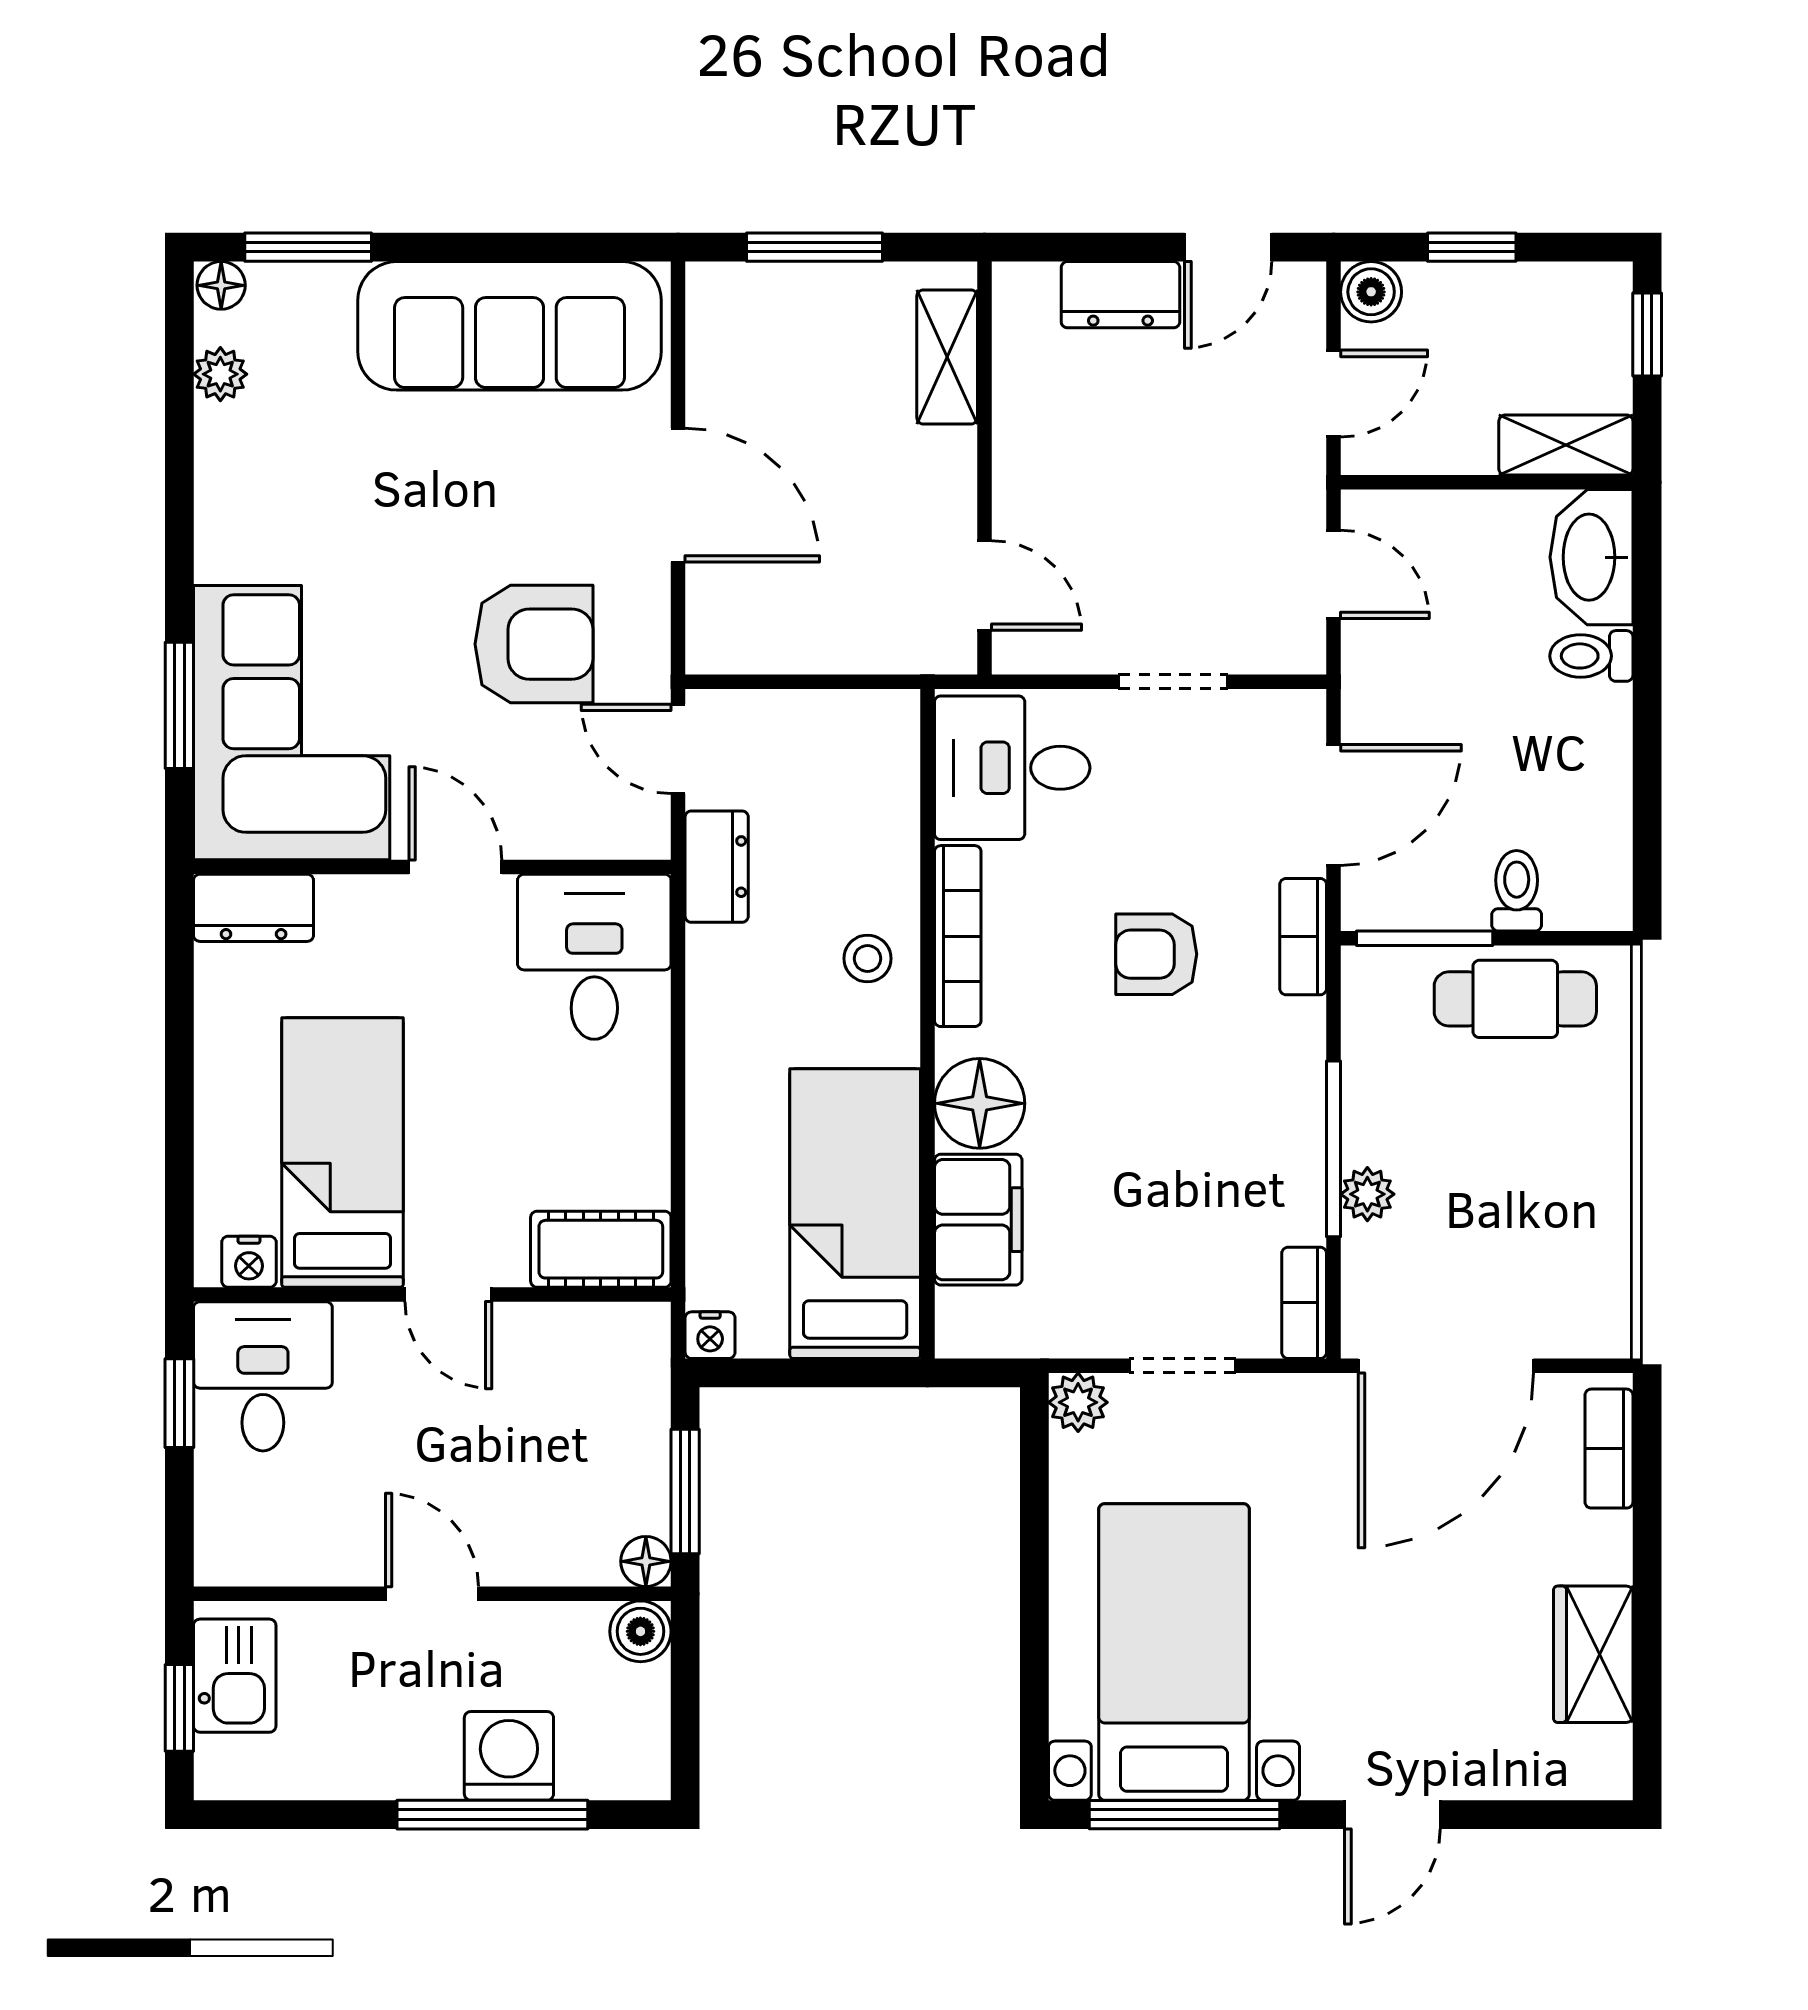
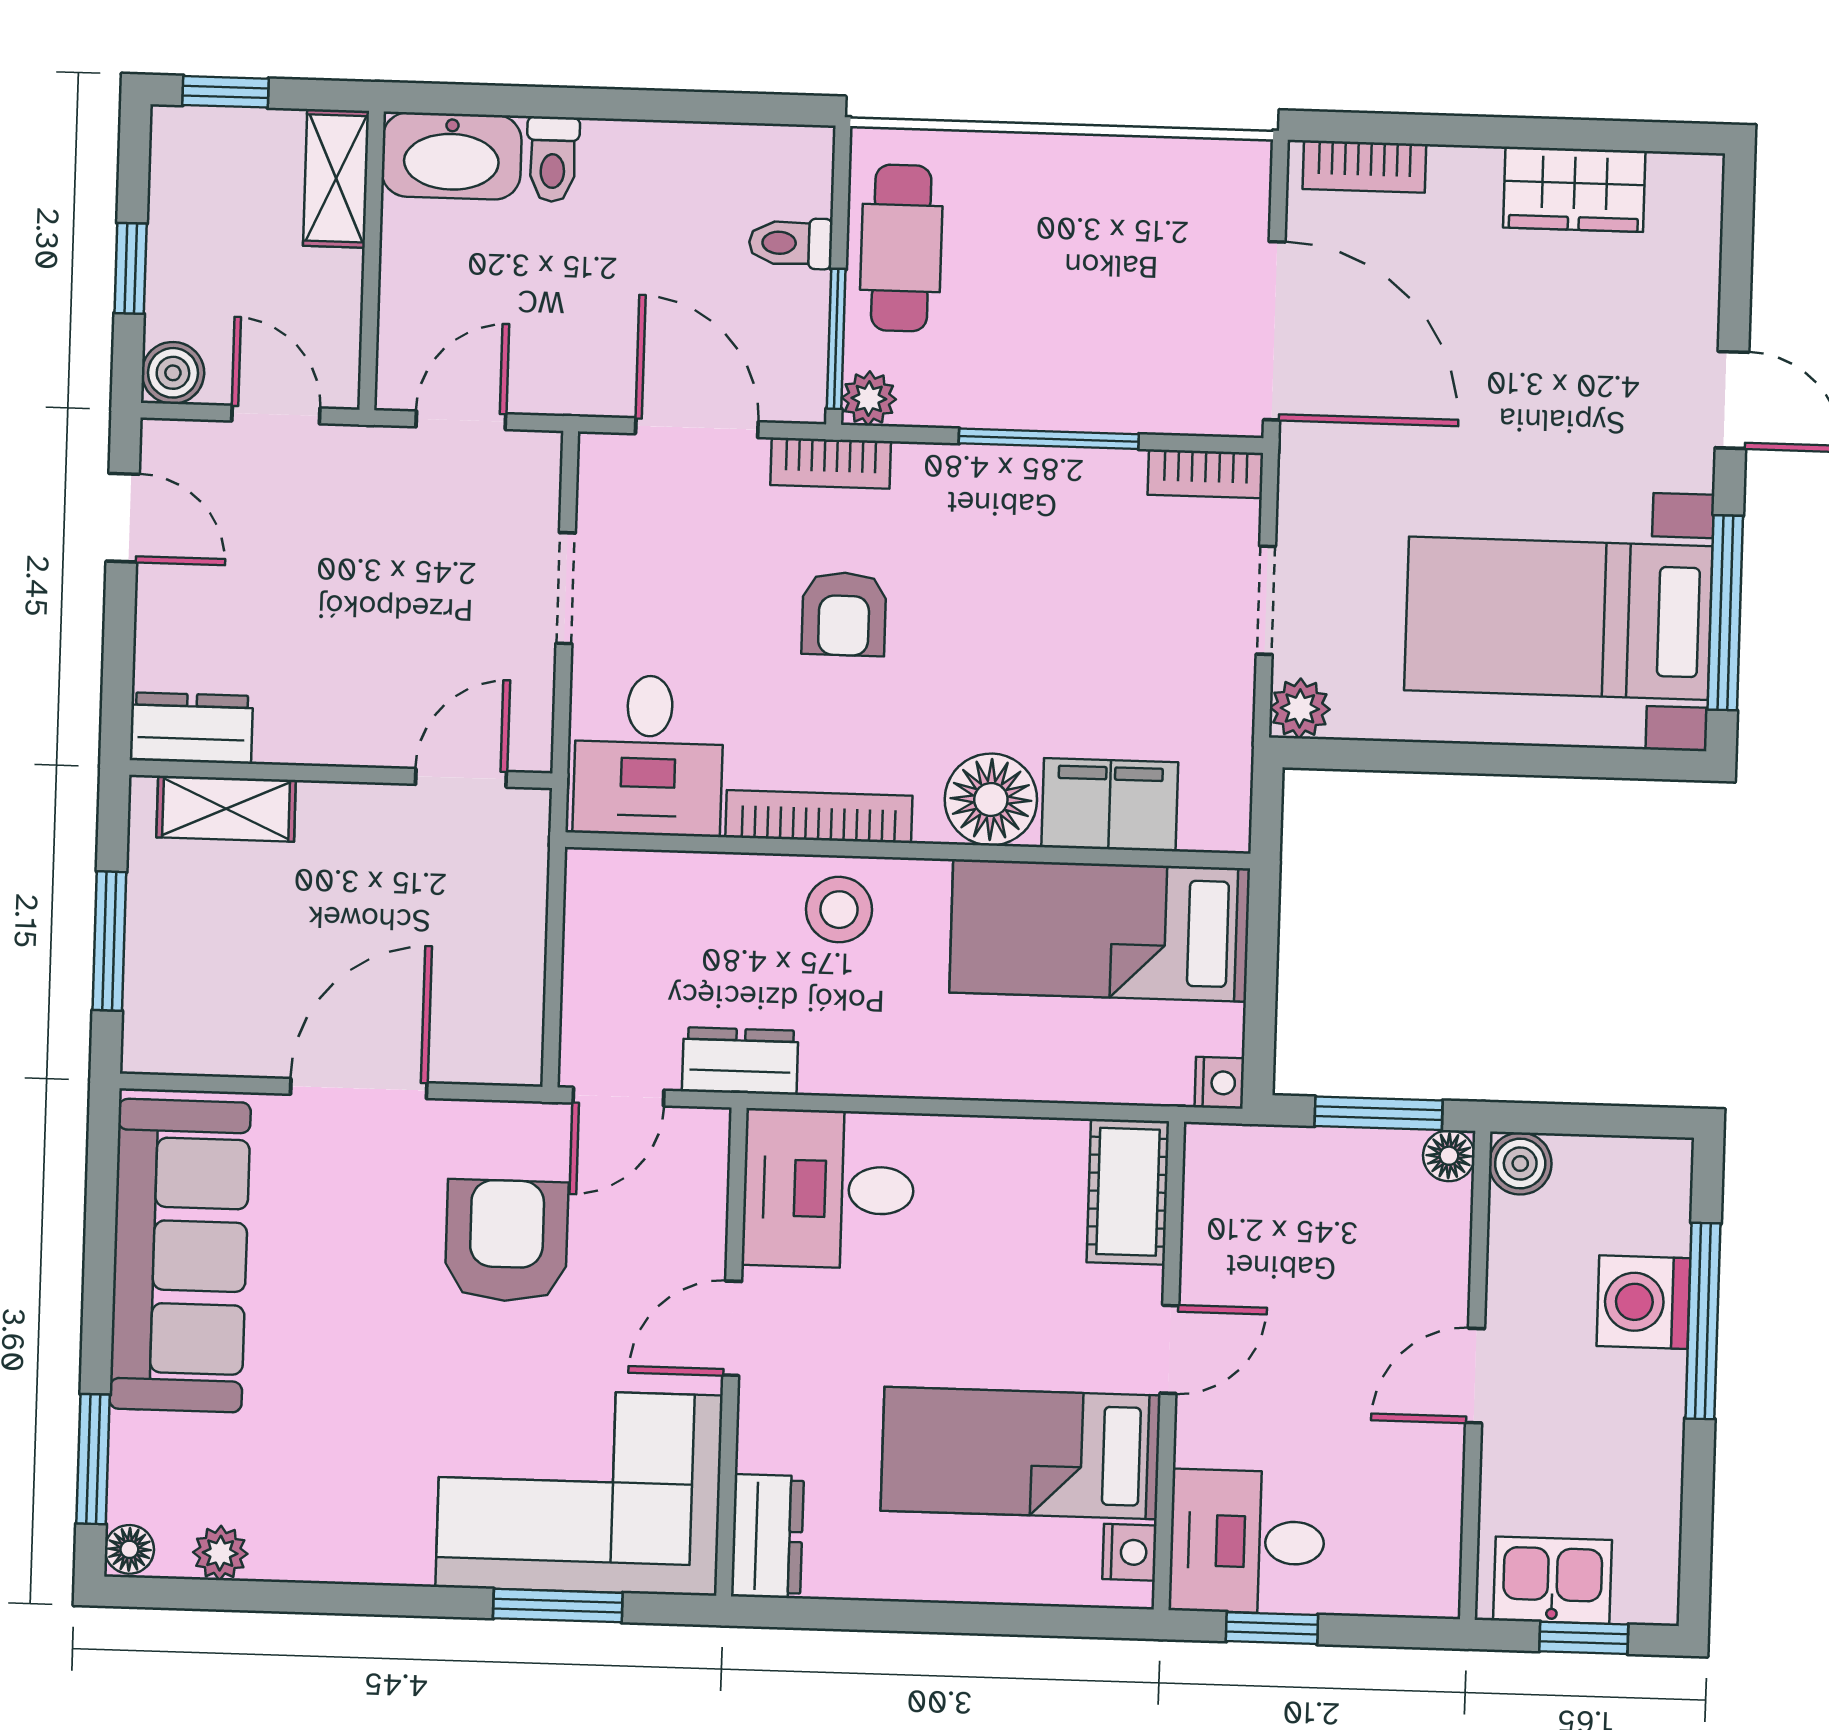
dresser: (1120, 295) -> (191, 728), moved, turned -90
stool: (867, 959) -> (839, 910), width x1.37, depth x1.37
plant: (1367, 1194) -> (869, 399), moved

